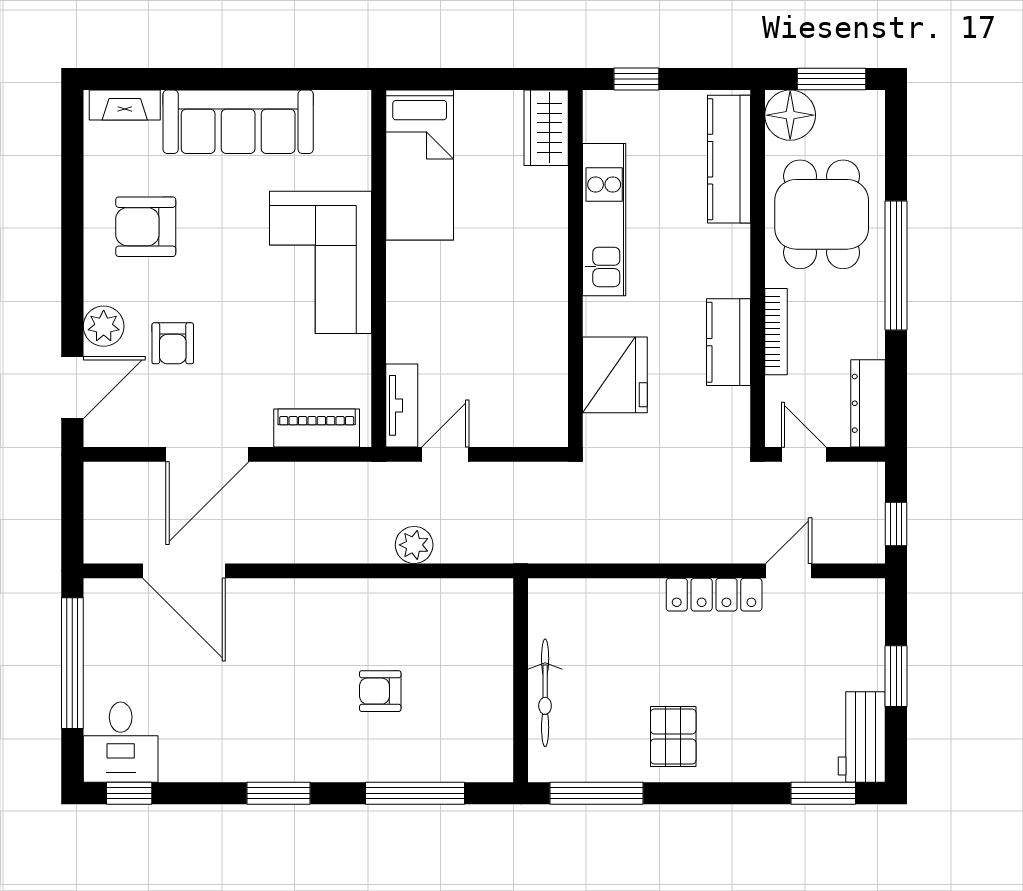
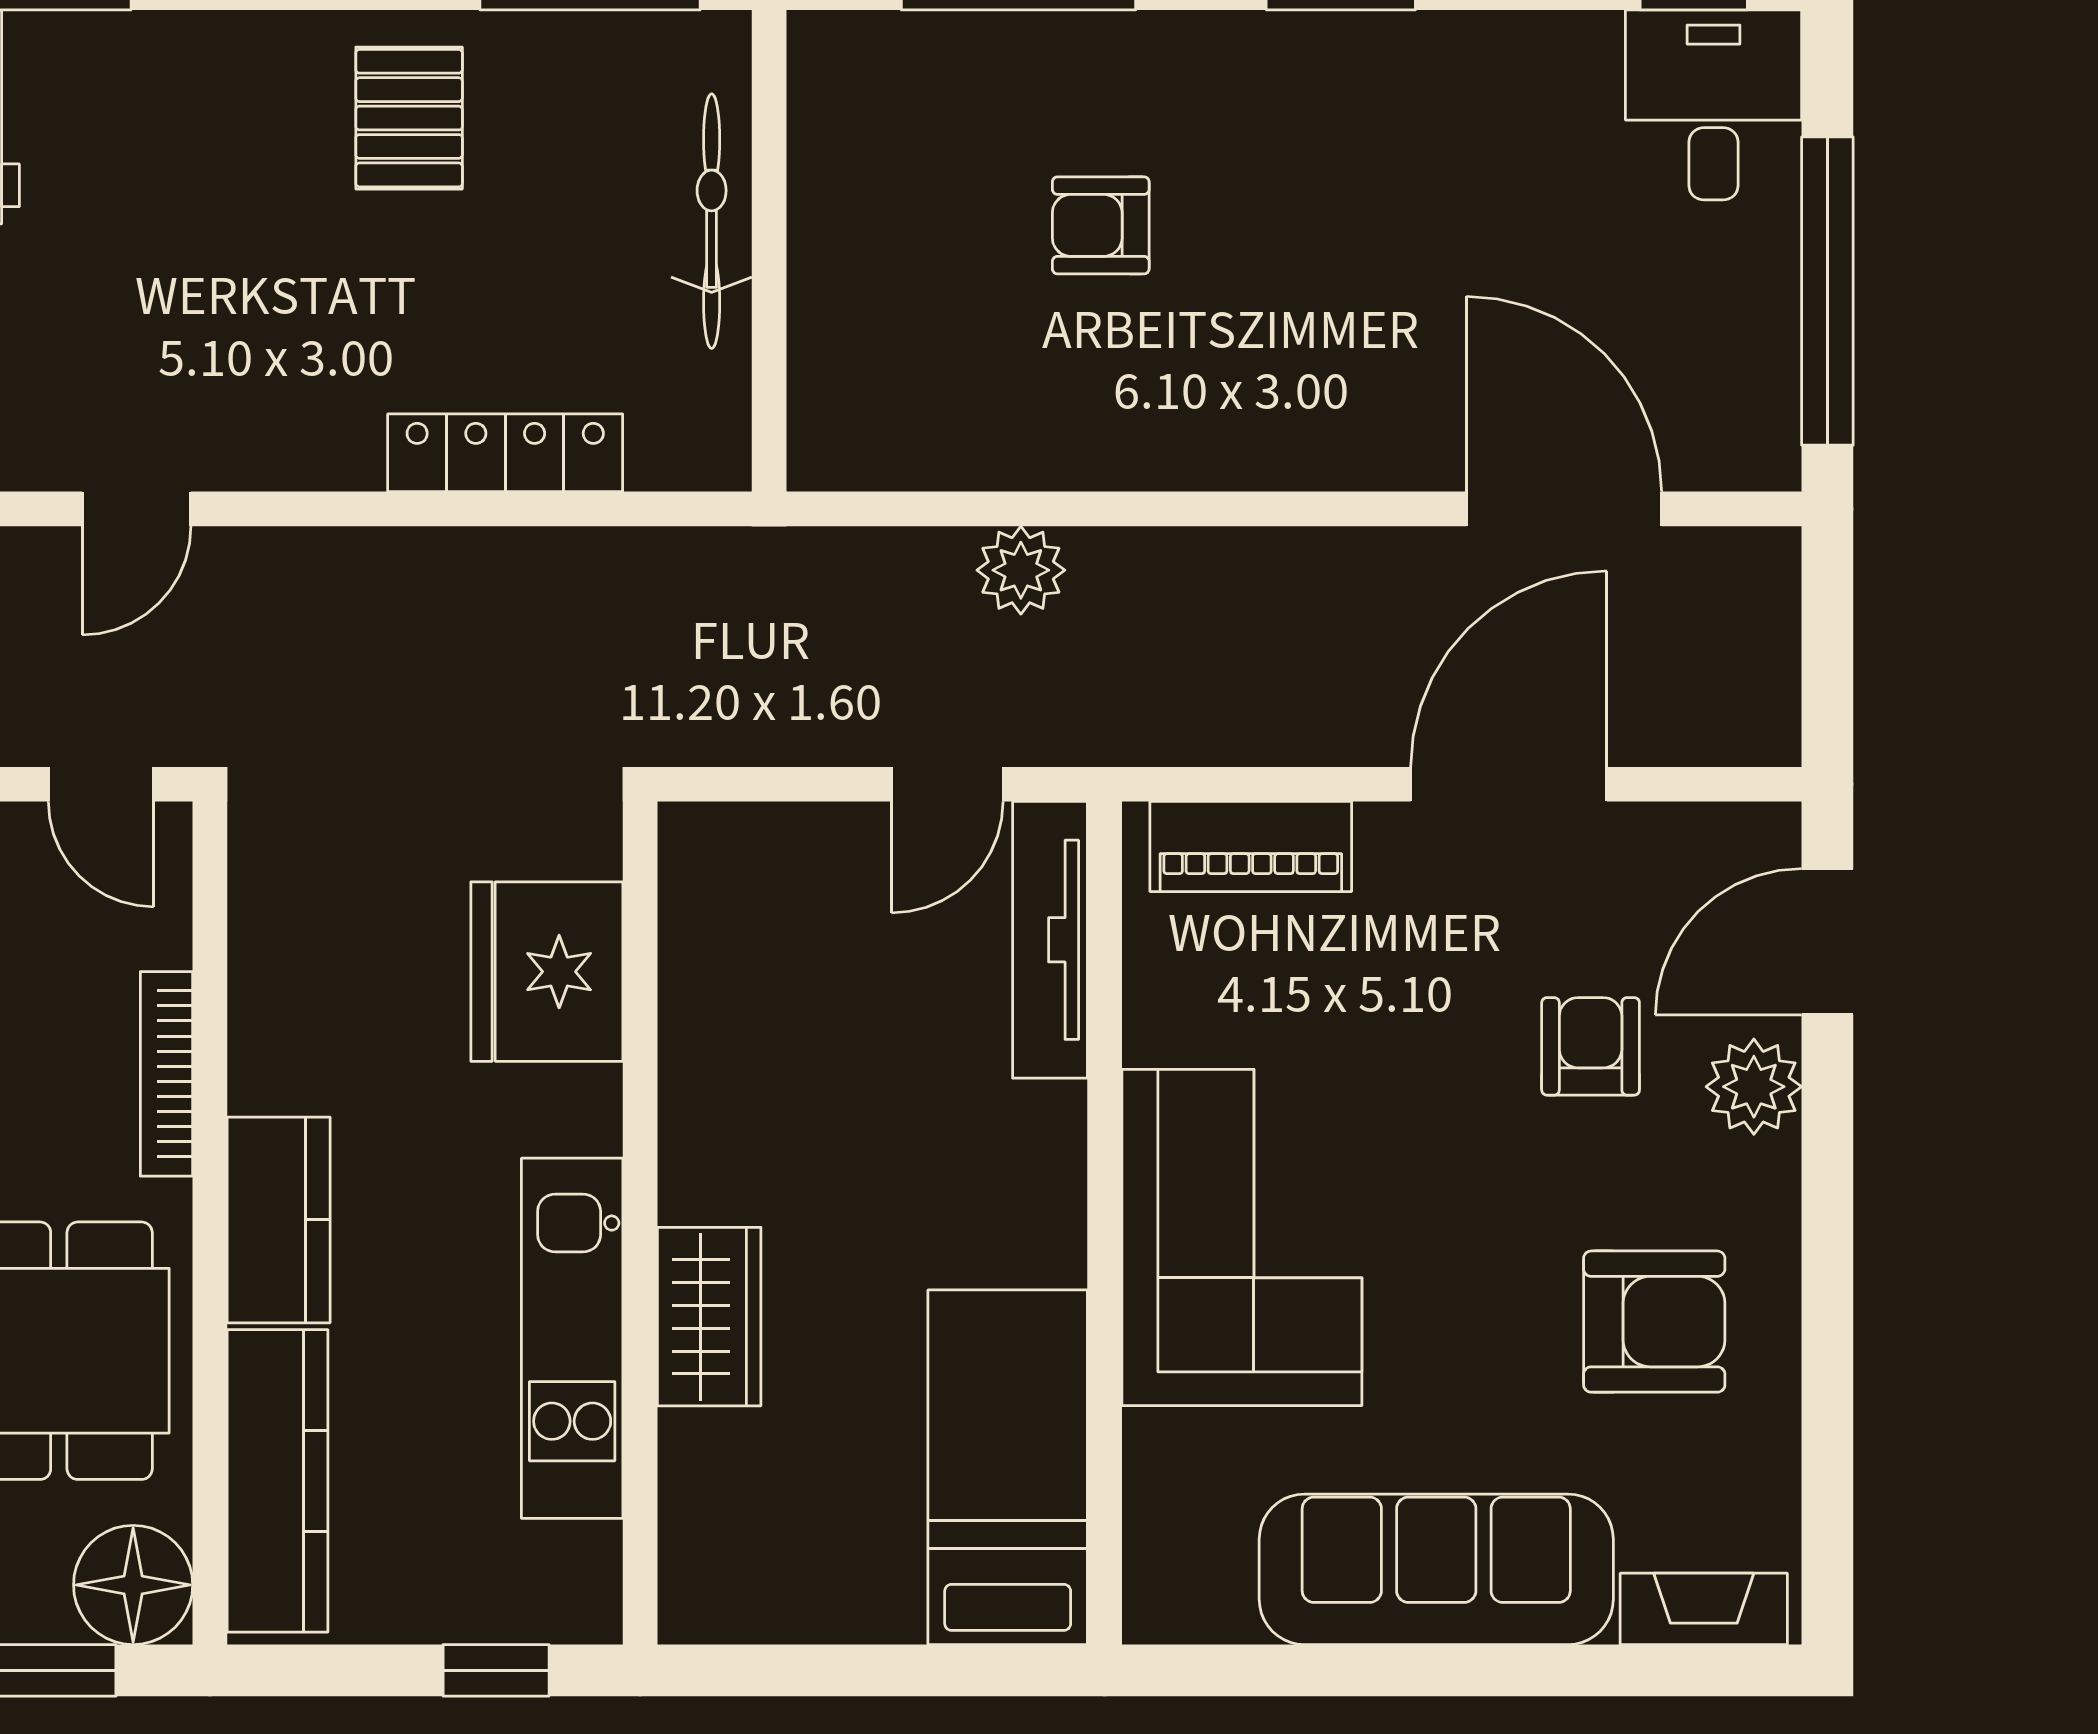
wardrobe: (546, 128) -> (709, 1317), moved
kitchen counter: (728, 342) -> (279, 1220), moved
tv unit: (402, 405) -> (1050, 940), width x1.41
locker: (714, 595) -> (505, 453), moved
armchair: (380, 691) -> (1101, 225), turned 180

